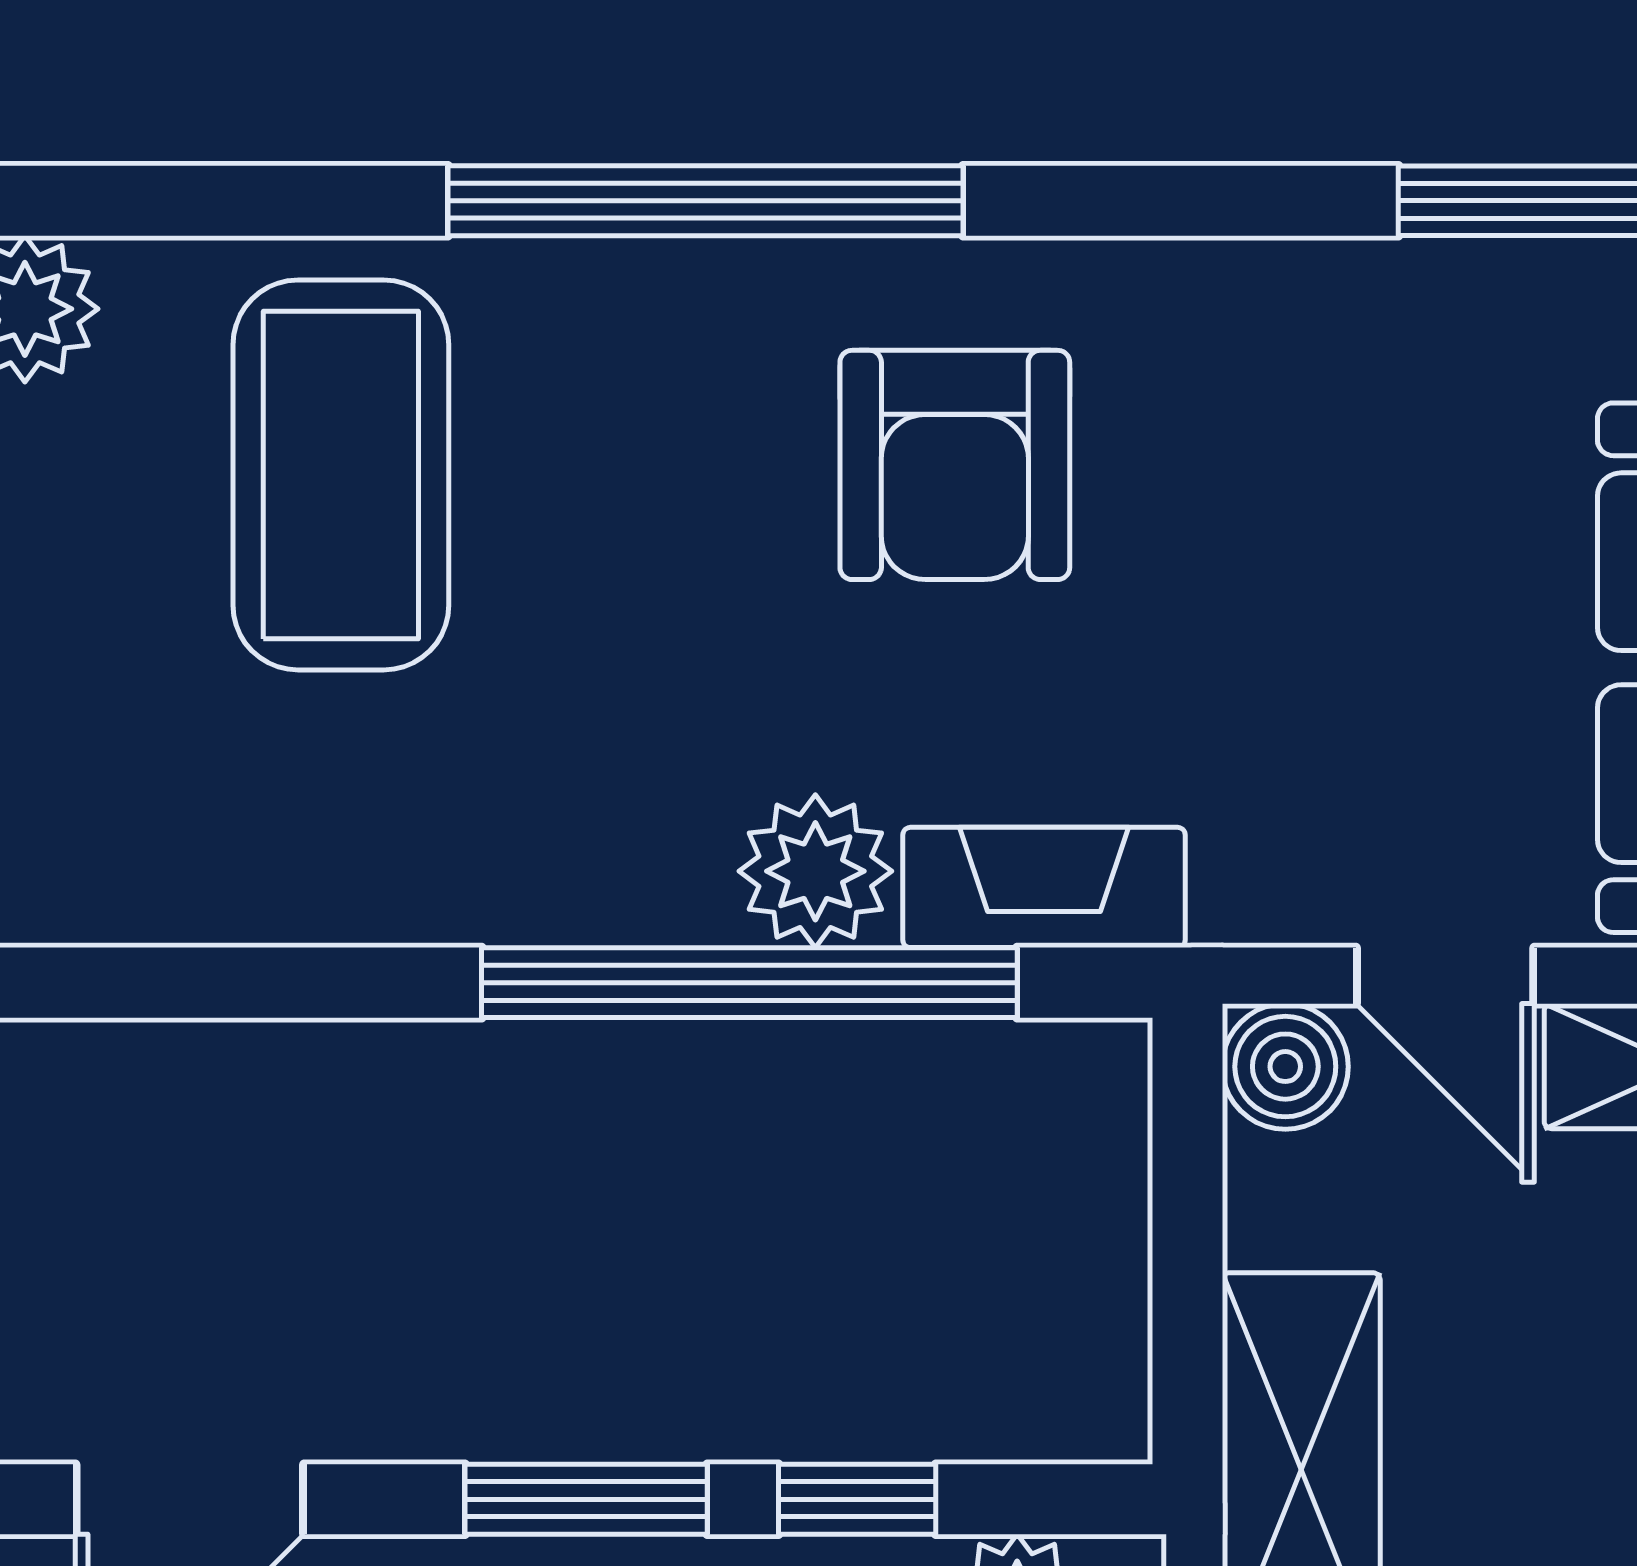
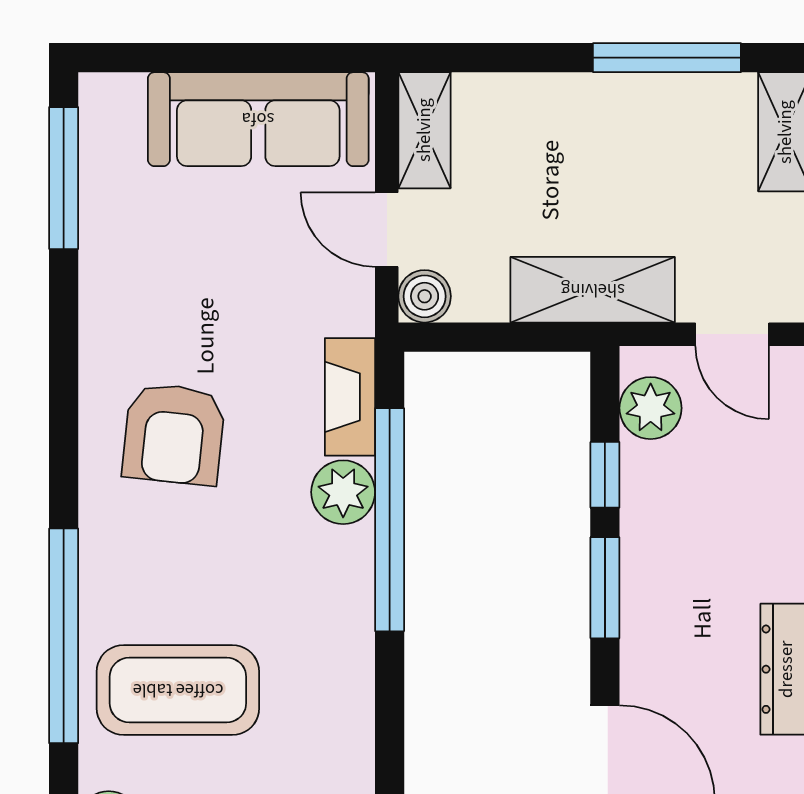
window: (706, 201) -> (64, 636), moved
armchair: (955, 465) -> (174, 434), turned 96
door: (1445, 976) -> (387, 230), swing flipped

